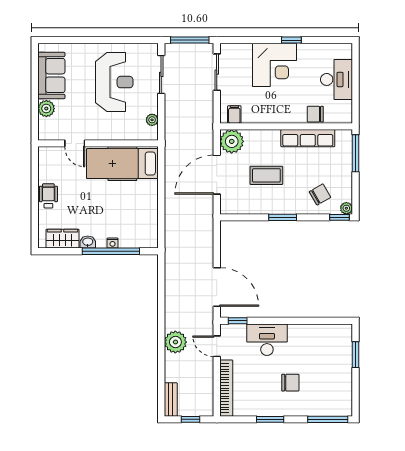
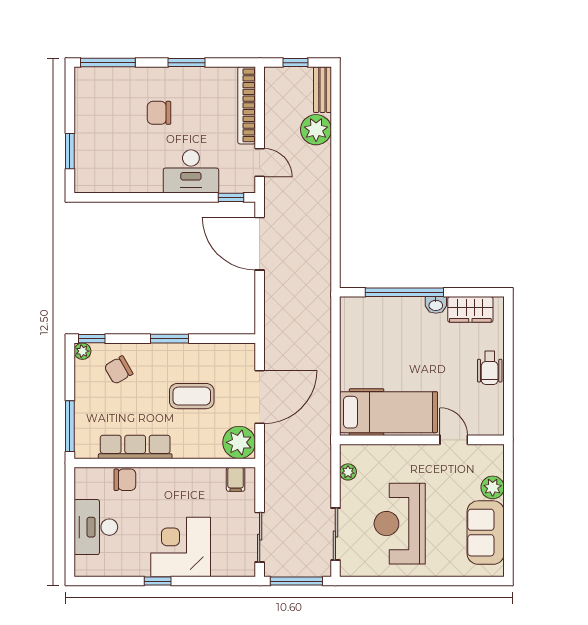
nightstand: (113, 243) -> (402, 304), removed
plant: (175, 342) -> (316, 130), moved

